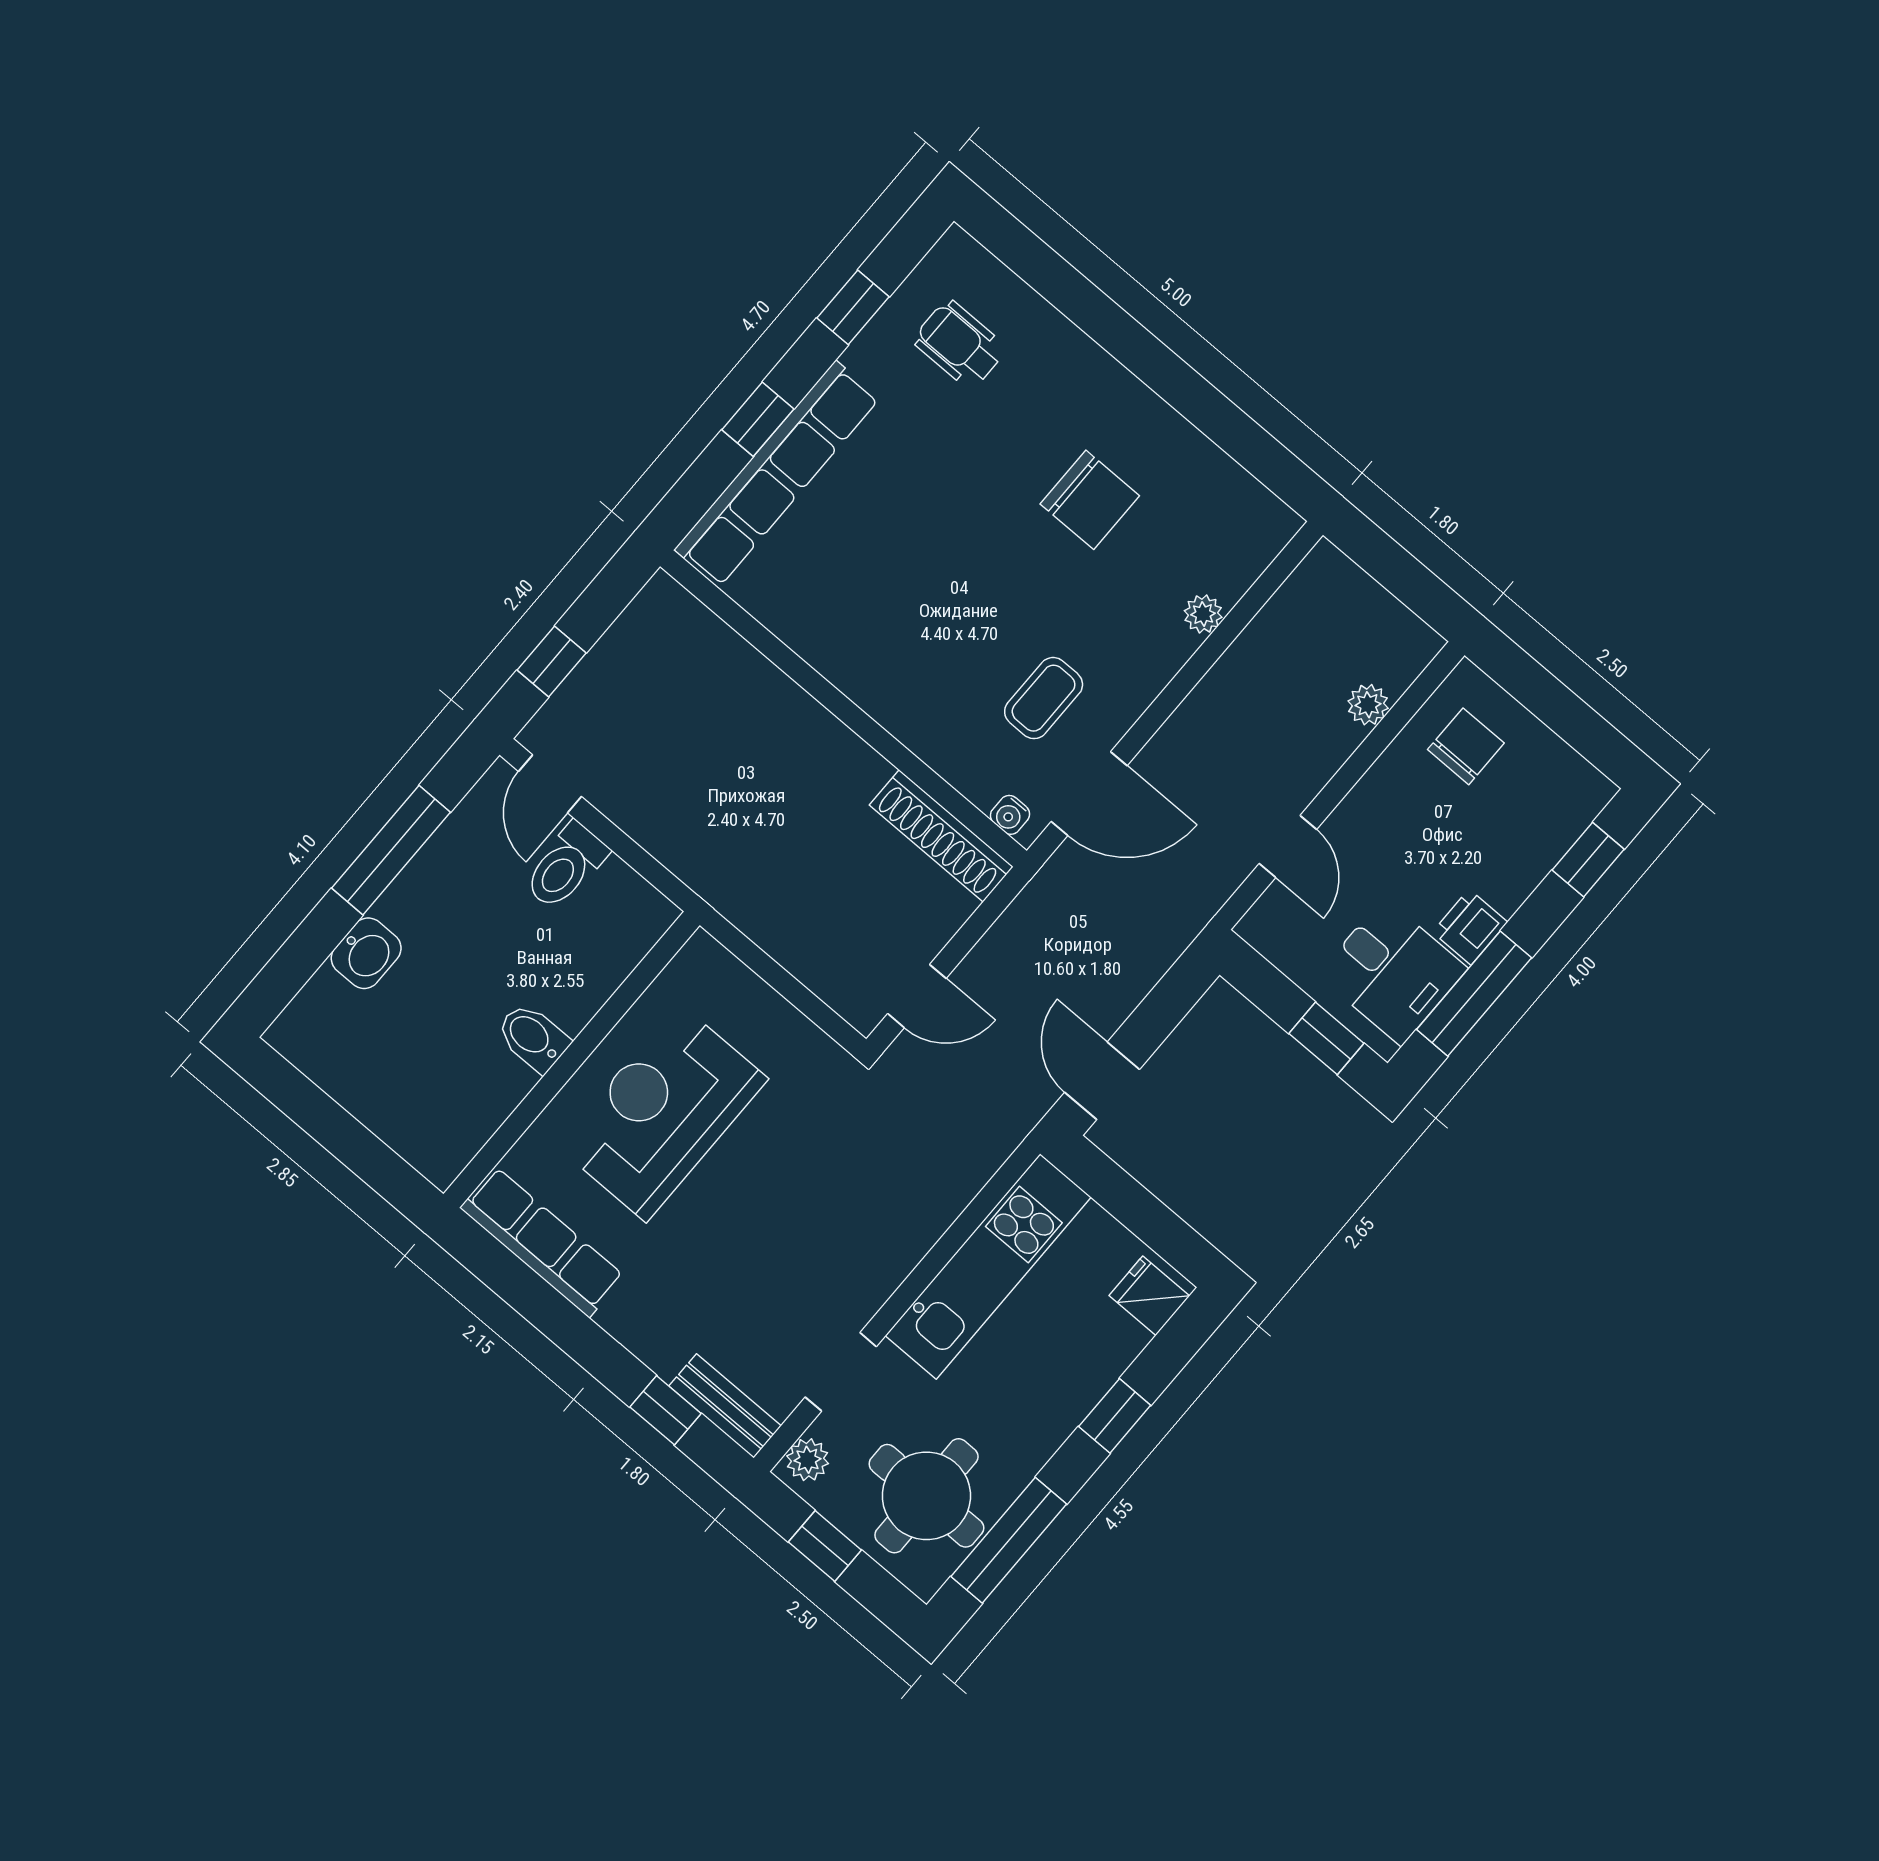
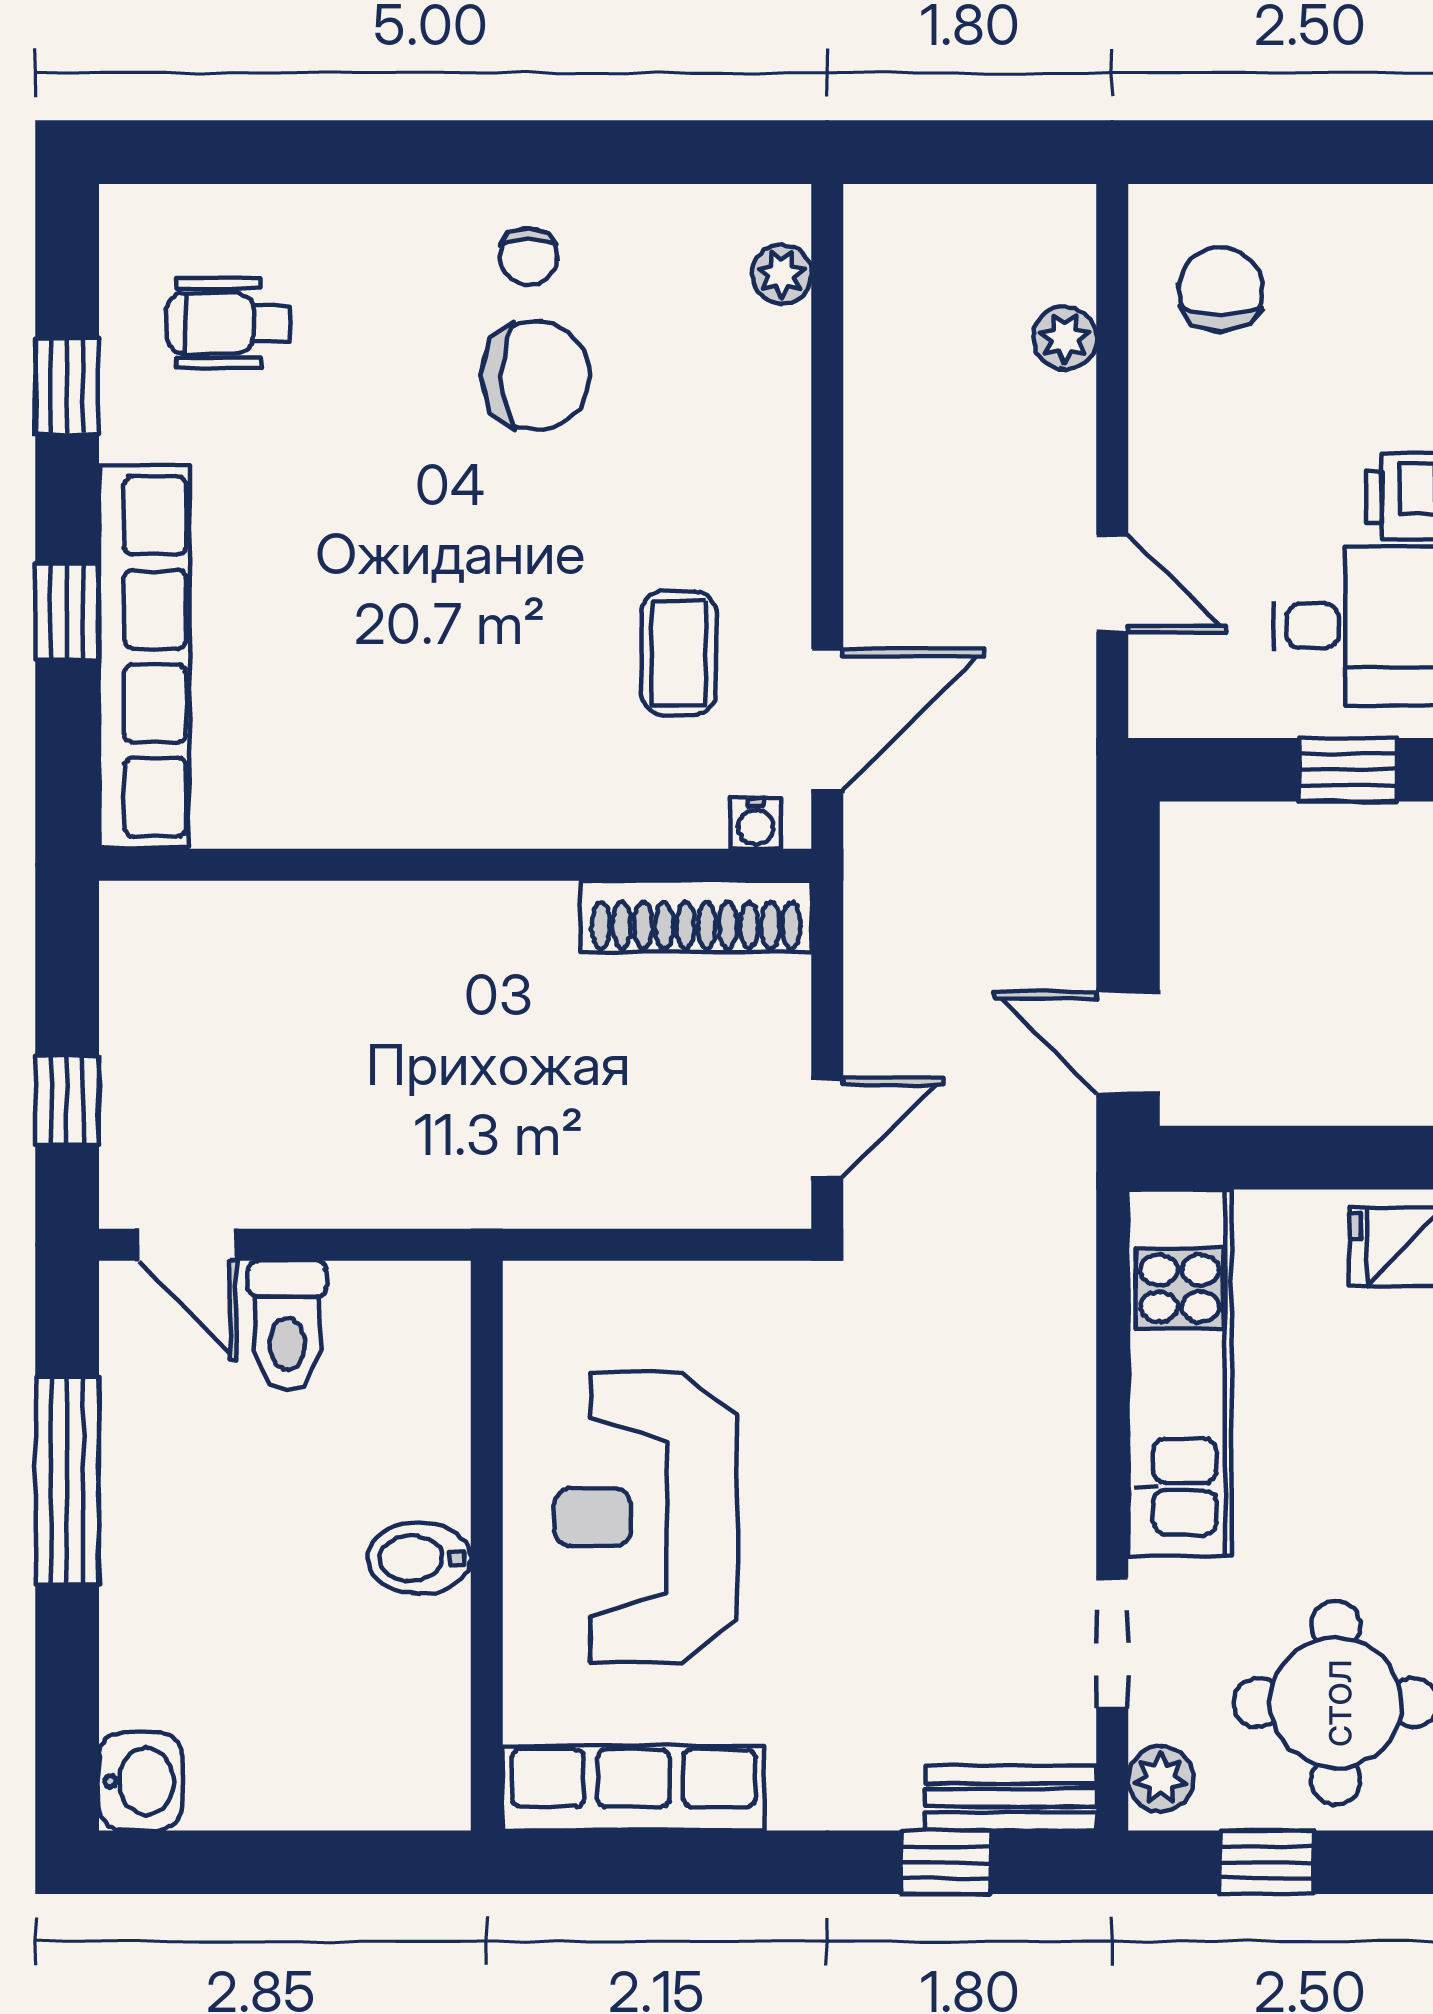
chair: (1136, 438) -> (528, 256), added
plant: (1203, 614) -> (782, 274), moved
washbasin: (366, 953) -> (140, 1781), moved

